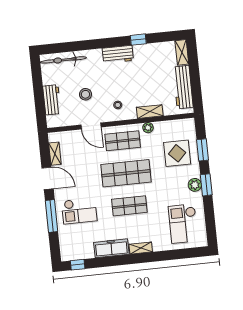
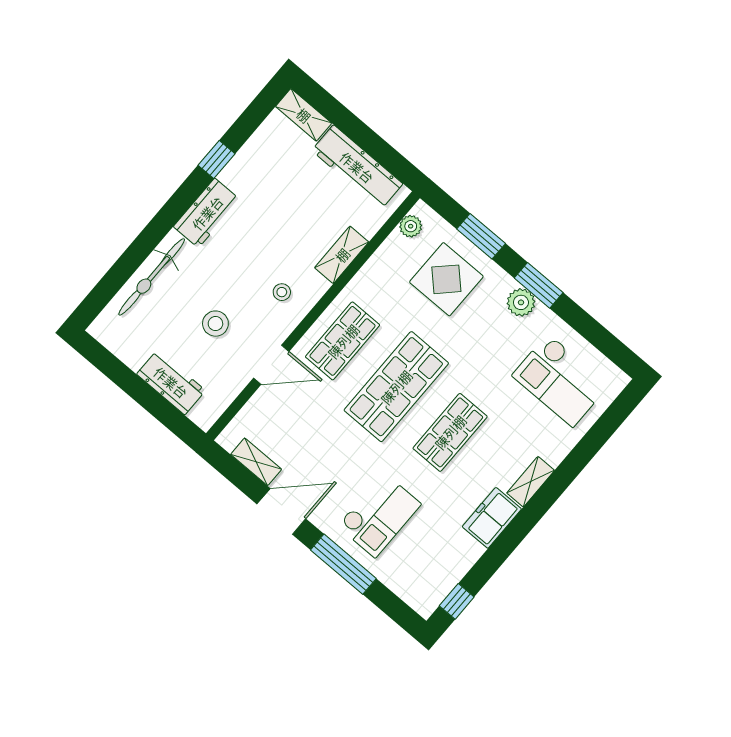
bicycle: (63, 60) -> (152, 277), moved
plant: (148, 128) -> (411, 226), moved
freezer: (111, 248) -> (492, 518), width x0.71

